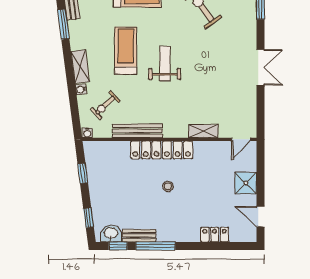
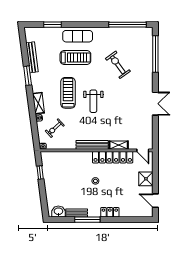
weight bench: (165, 64) -> (93, 101), turned 180
bench: (137, 131) -> (92, 145), moved
door: (241, 139) -> (143, 150), hinge flipped
locker: (162, 150) -> (113, 157), moved
window: (89, 218) -> (44, 201), removed
locker: (215, 235) -> (110, 212), moved
window: (118, 246) -> (63, 220), removed

